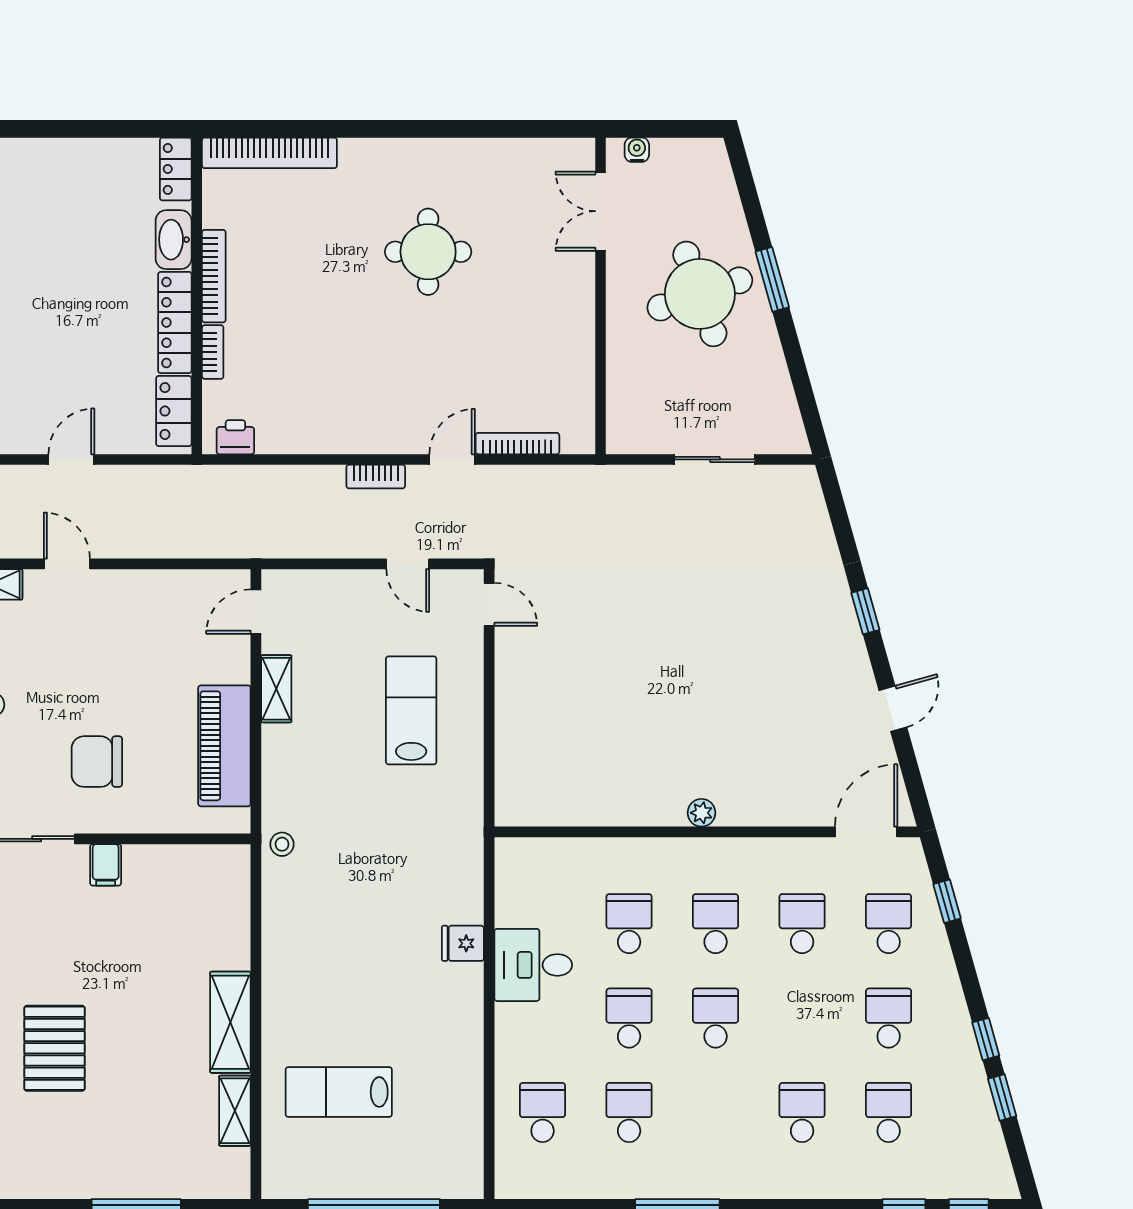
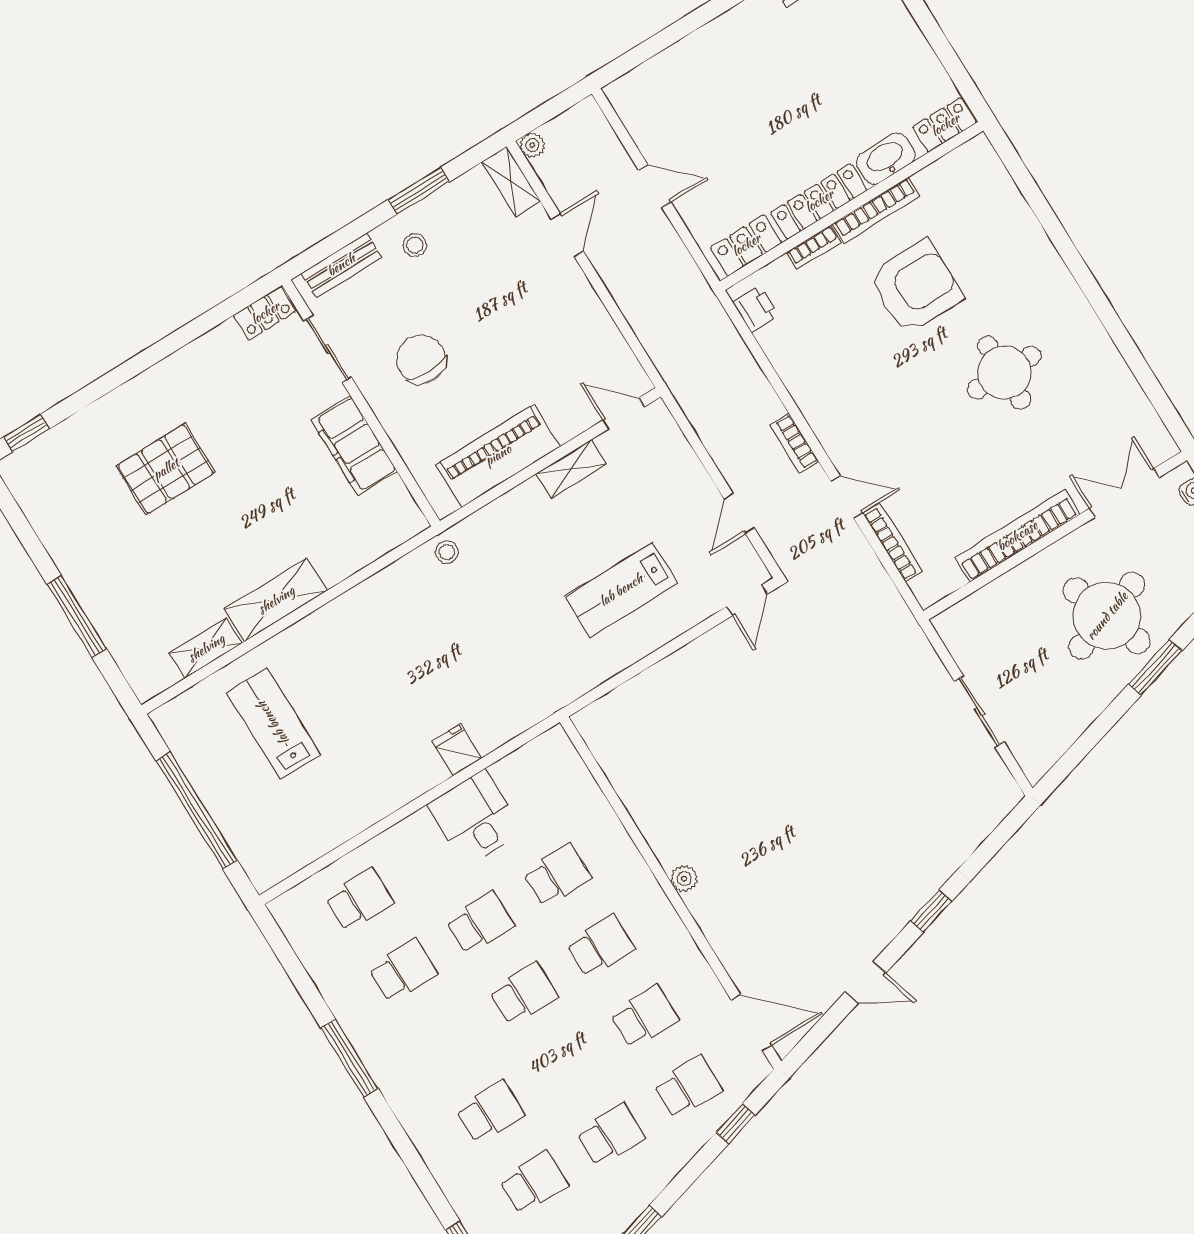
bookcase: (269, 153) -> (1017, 536), moved, turned 90
armchair: (303, 284) -> (915, 287), added
lab bench: (411, 710) -> (621, 590), turned 180
filing cabinet: (106, 865) -> (354, 446), width x3.00, depth x1.17

